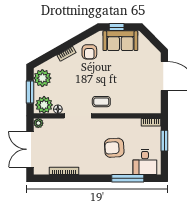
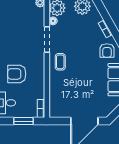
armchair: (89, 52) -> (107, 50), turned -90
armchair: (114, 148) -> (17, 74), turned -86

